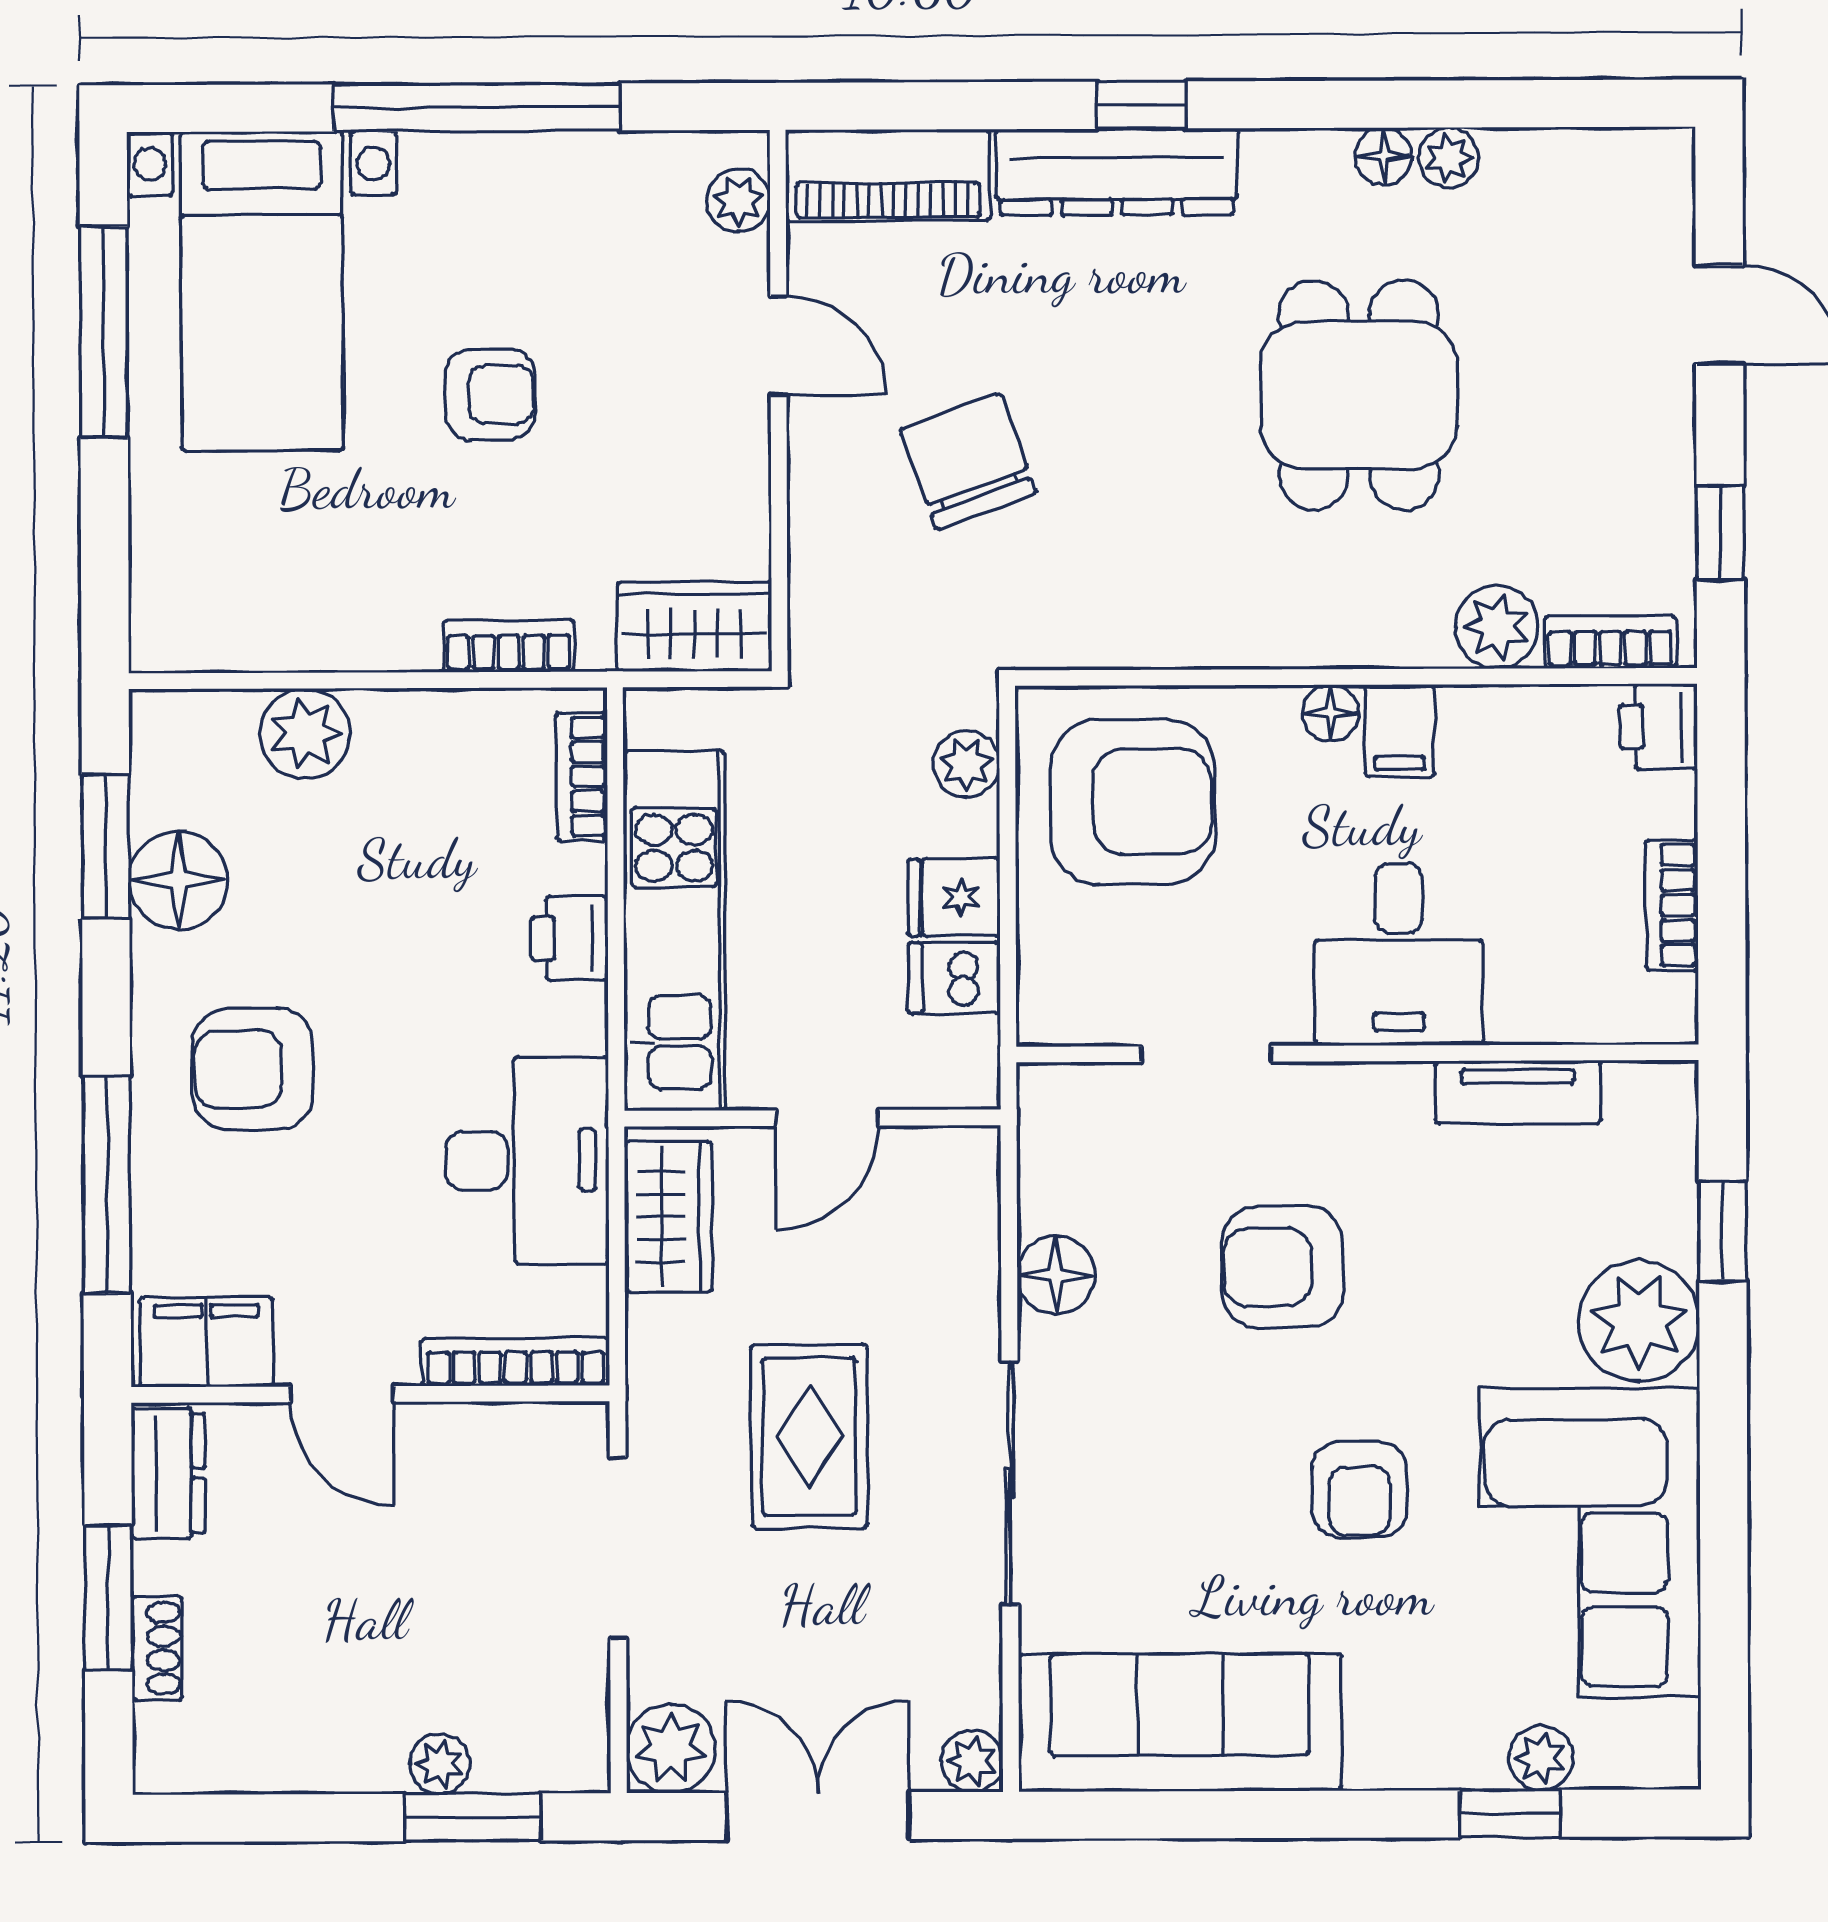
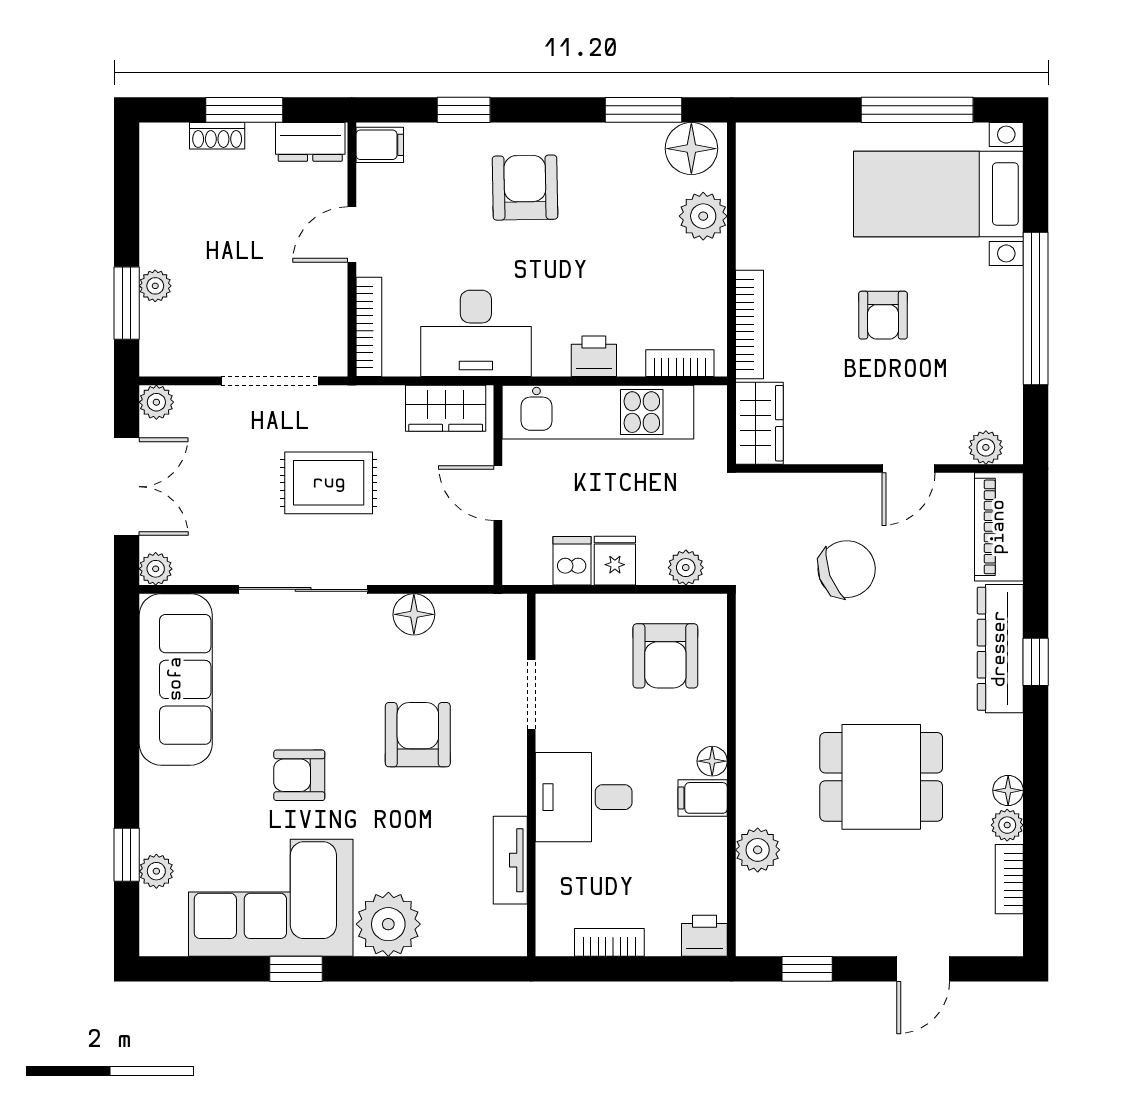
bookcase: (1610, 642) -> (1009, 879), moved, turned 180
bookcase: (509, 646) -> (749, 324), width x1.56
armchair: (1133, 802) -> (665, 656), width x0.73, depth x0.73
floor lamp: (178, 880) -> (691, 149), moved
window: (107, 1185) -> (464, 110), width x0.46
window: (1723, 1231) -> (296, 969), moved
filing cabinet: (206, 1342) -> (380, 145), width x0.50
plant: (671, 1749) -> (156, 402), width x0.73, depth x0.73

